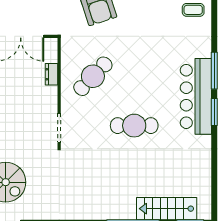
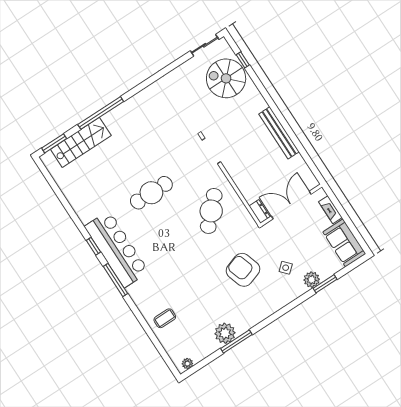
dresser: (52, 74) -> (260, 211), moved
window: (214, 112) -> (93, 246), width x0.67

